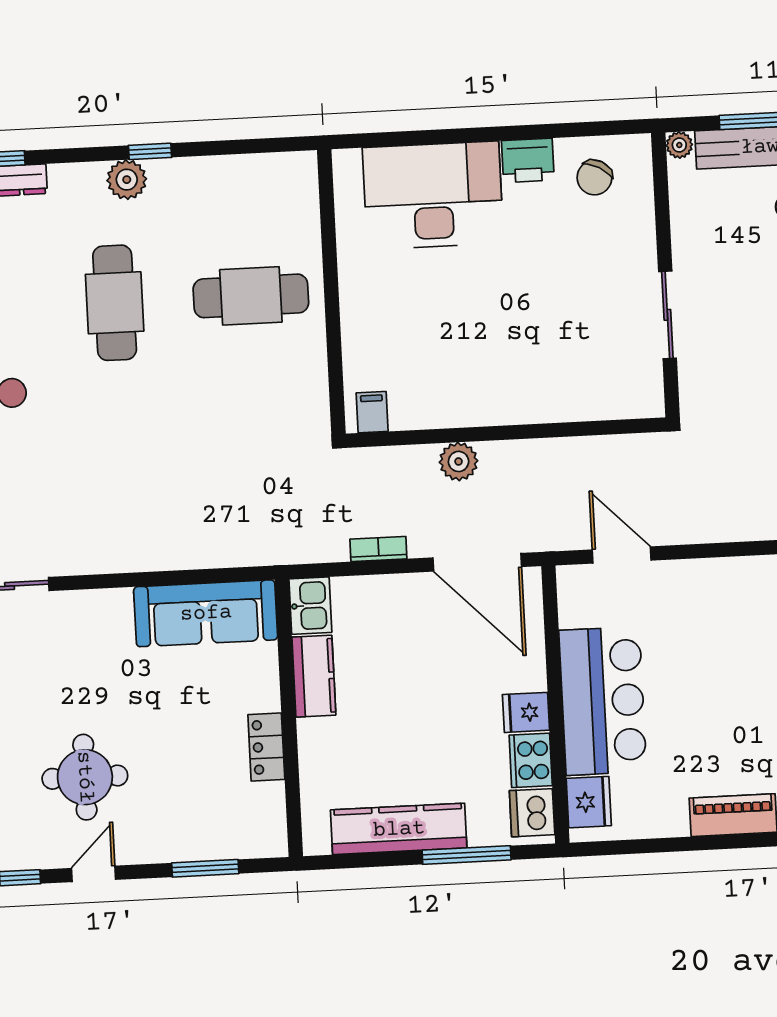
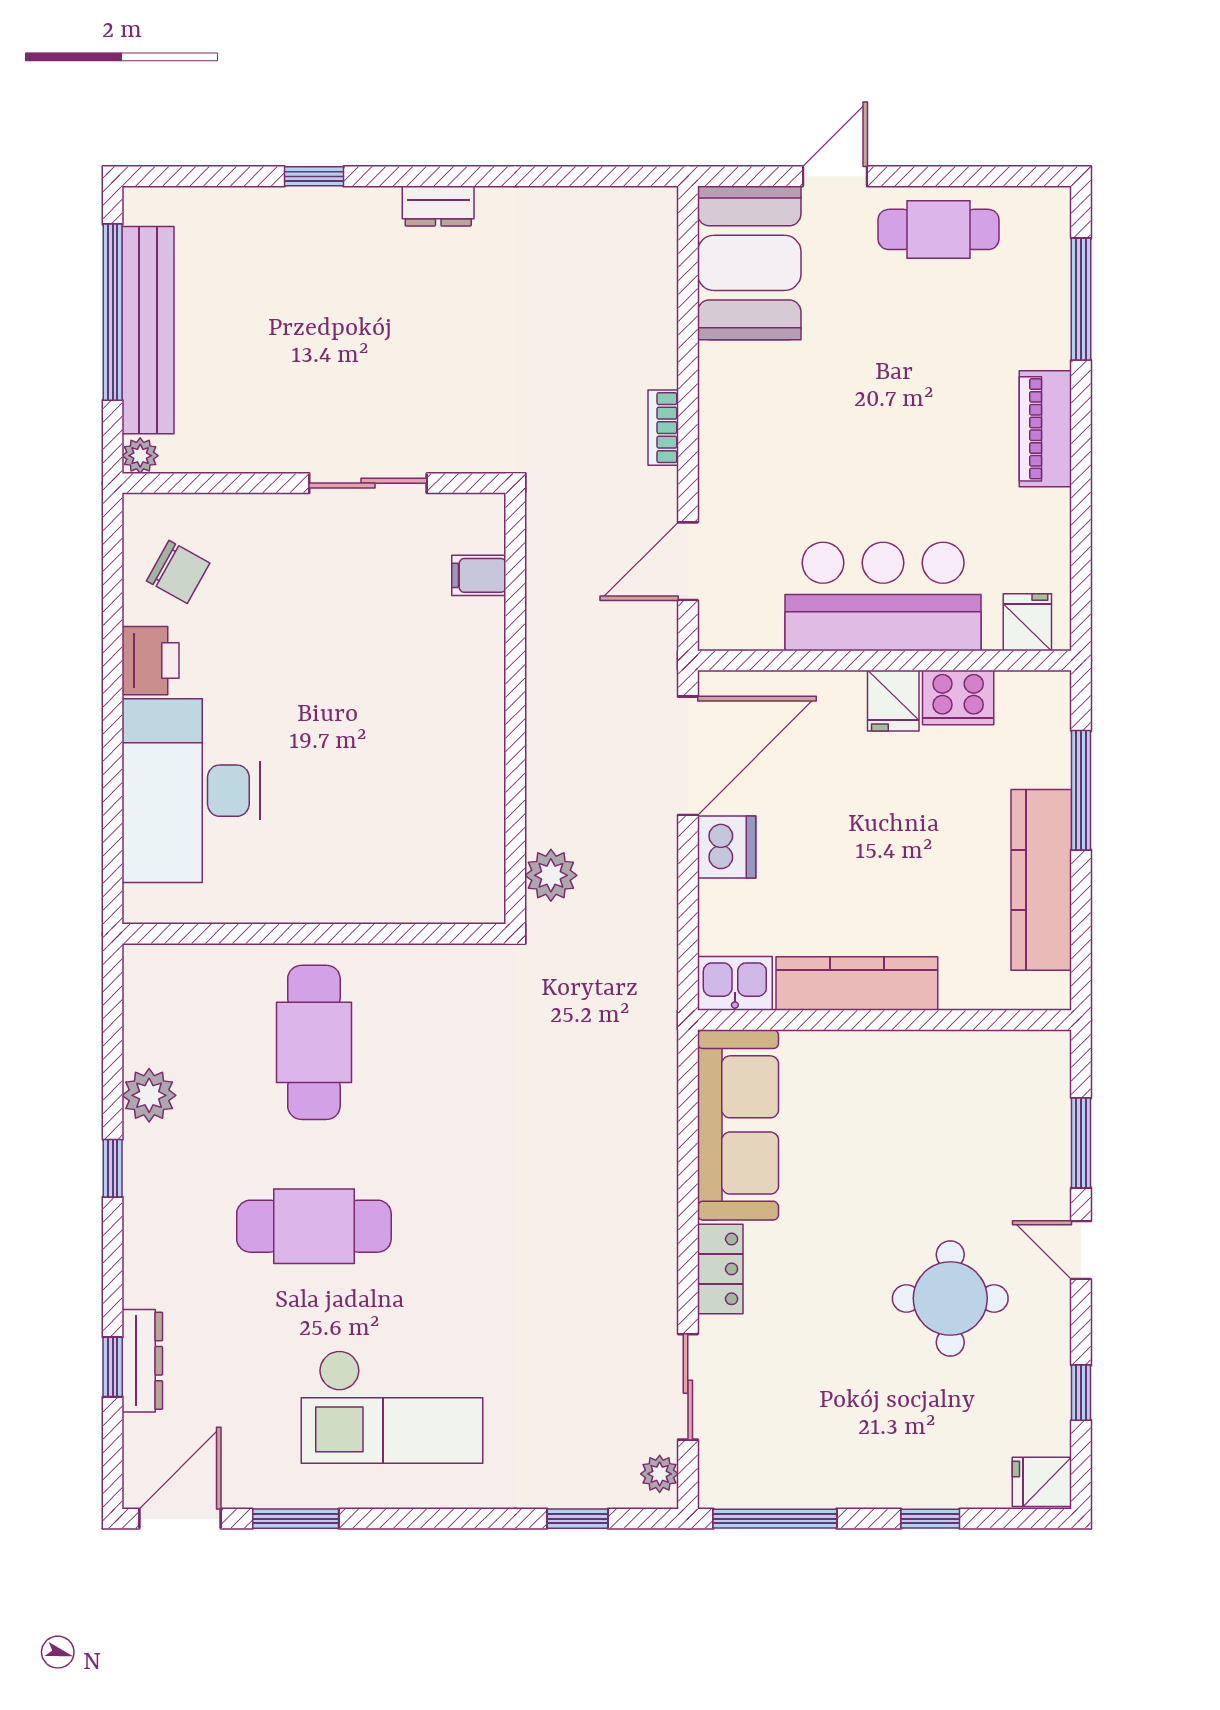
plant: (127, 180) -> (149, 1095), moved
filing cabinet: (372, 412) -> (479, 575), moved
plant: (459, 461) -> (551, 875), moved
bookcase: (378, 549) -> (663, 428), moved
kitchen counter: (314, 676) -> (857, 984), width x1.50
locker: (266, 747) -> (720, 1269), moved, turned -90
fridge: (589, 802) -> (1027, 622), width x0.72
dishwasher: (532, 813) -> (727, 847), moved, turned -90
door: (94, 874) -> (1081, 1250), moved

